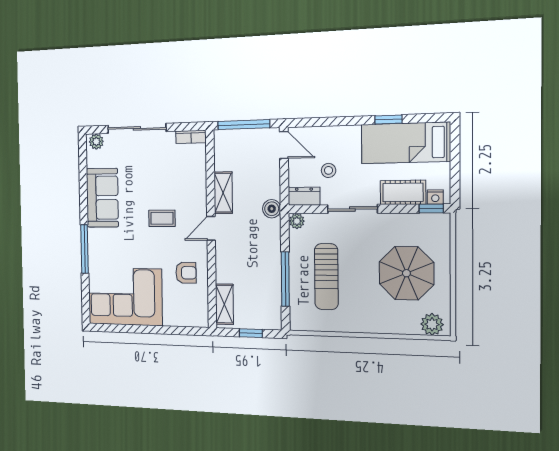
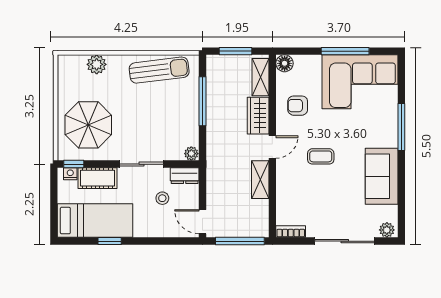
boiler: (272, 209) -> (214, 165), removed
wardrobe: (226, 262) -> (258, 116), added
parasol: (406, 273) -> (88, 125), moved
sun lounger: (326, 277) -> (159, 70), moved, turned 83
floor lamp: (200, 318) -> (285, 63), added
plant: (432, 324) -> (97, 64), moved
window: (140, 329) -> (345, 51), added
window: (251, 333) -> (235, 51), width x1.50

